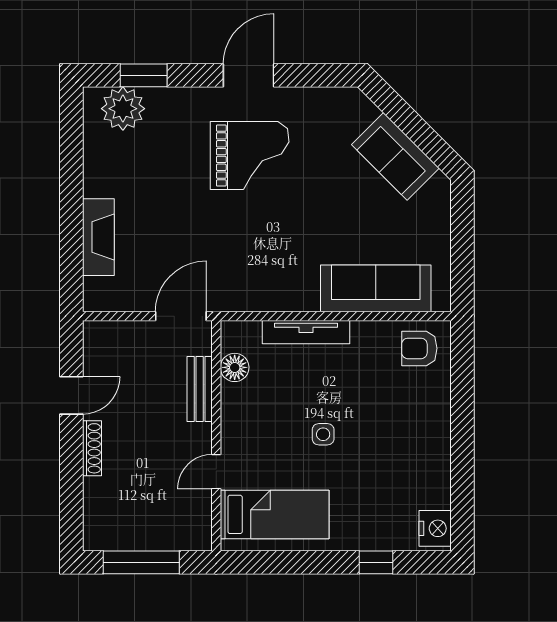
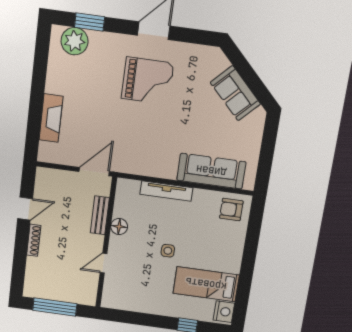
floor lamp: (235, 367) -> (119, 227), moved
bed: (275, 514) -> (206, 284), moved, turned 180

